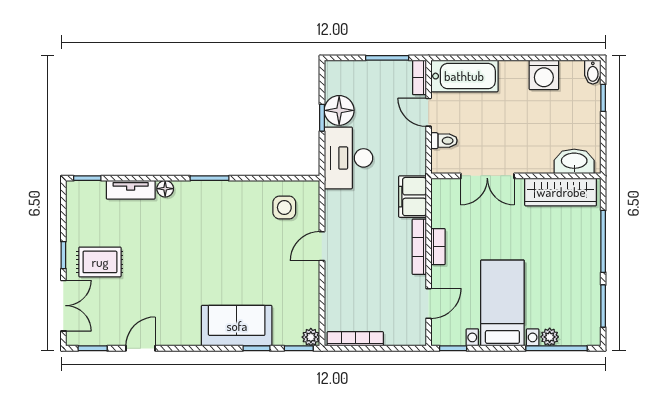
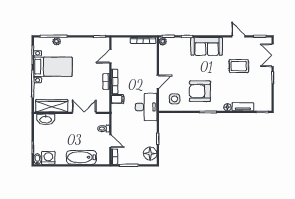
washing machine: (544, 75) -> (48, 158), moved
bathtub: (464, 76) -> (81, 157), moved
floor lamp: (339, 110) -> (150, 154), moved
desk: (348, 158) -> (146, 107), moved
filing cabinet: (412, 197) -> (118, 99), width x0.50
armchair: (227, 225) -> (200, 91), added
rug: (100, 262) -> (239, 66), moved
bed with nightstands: (502, 303) -> (53, 67), moved, turned -90
sofa: (237, 326) -> (207, 46), moved
door: (140, 348) -> (238, 36), swing flipped

